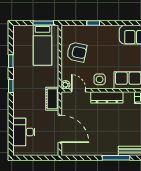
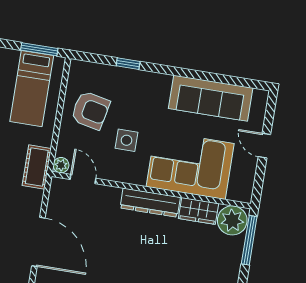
side table: (100, 79) -> (127, 140), moved
dresser: (107, 97) -> (150, 203), moved
cot: (52, 99) -> (37, 167), moved

